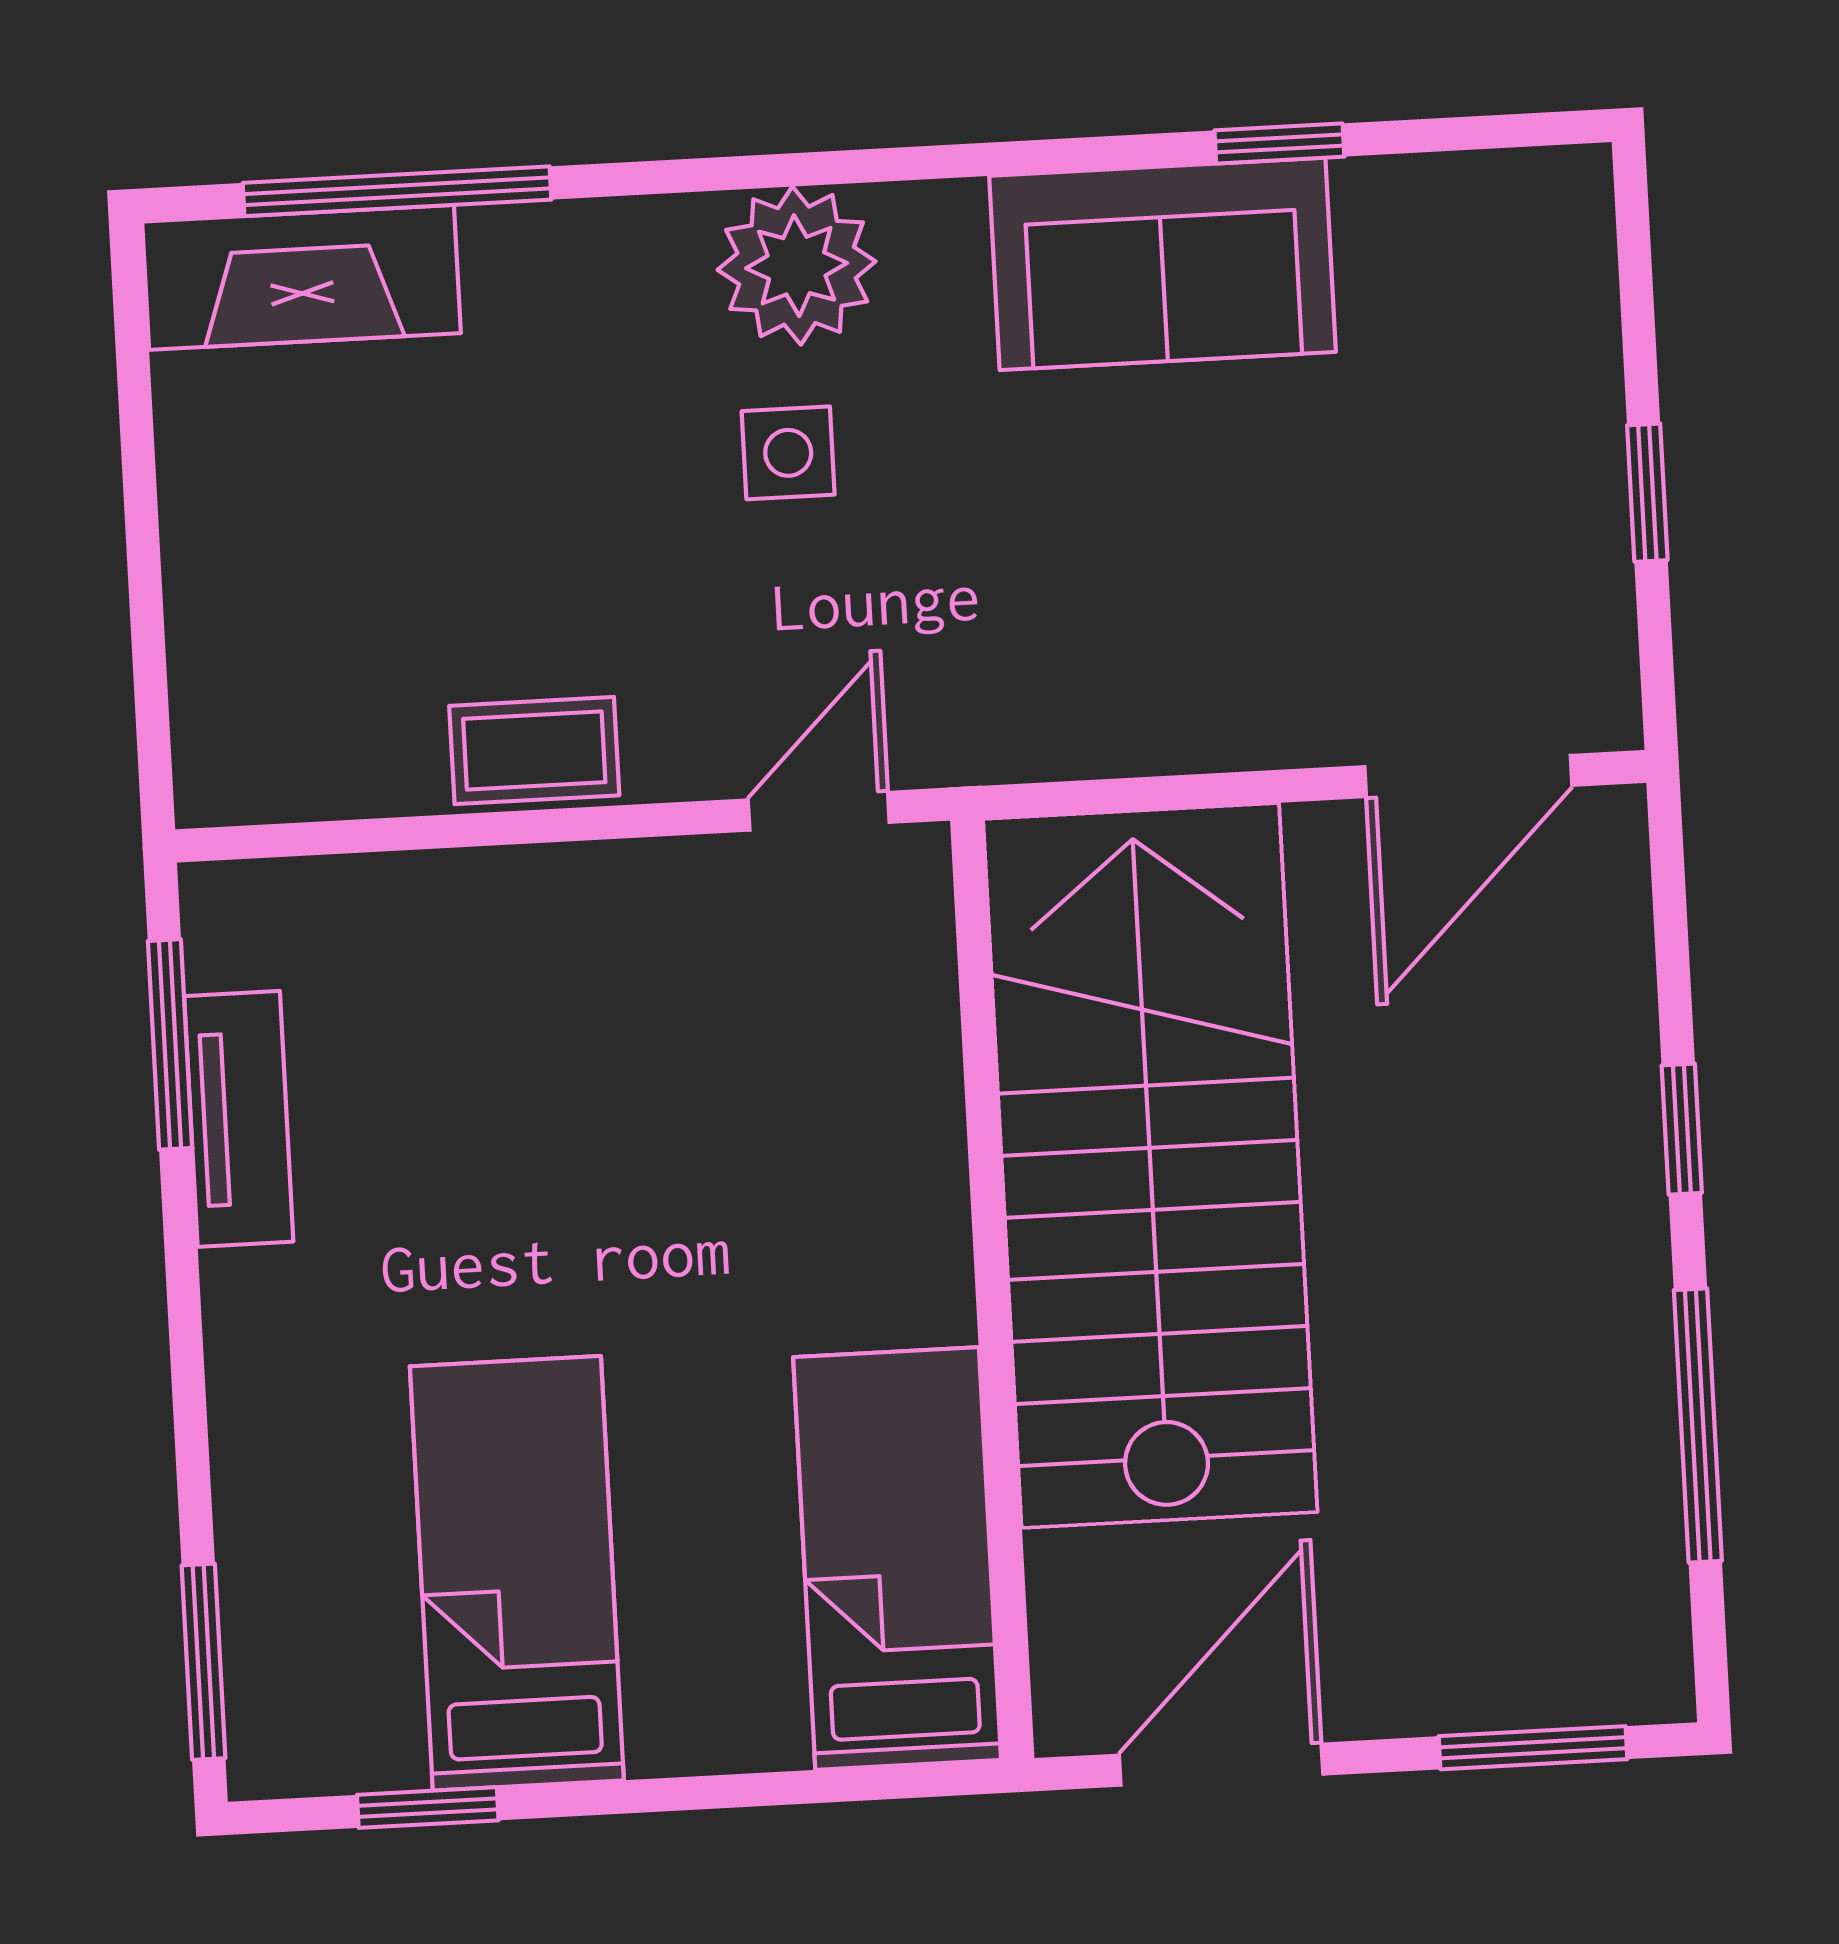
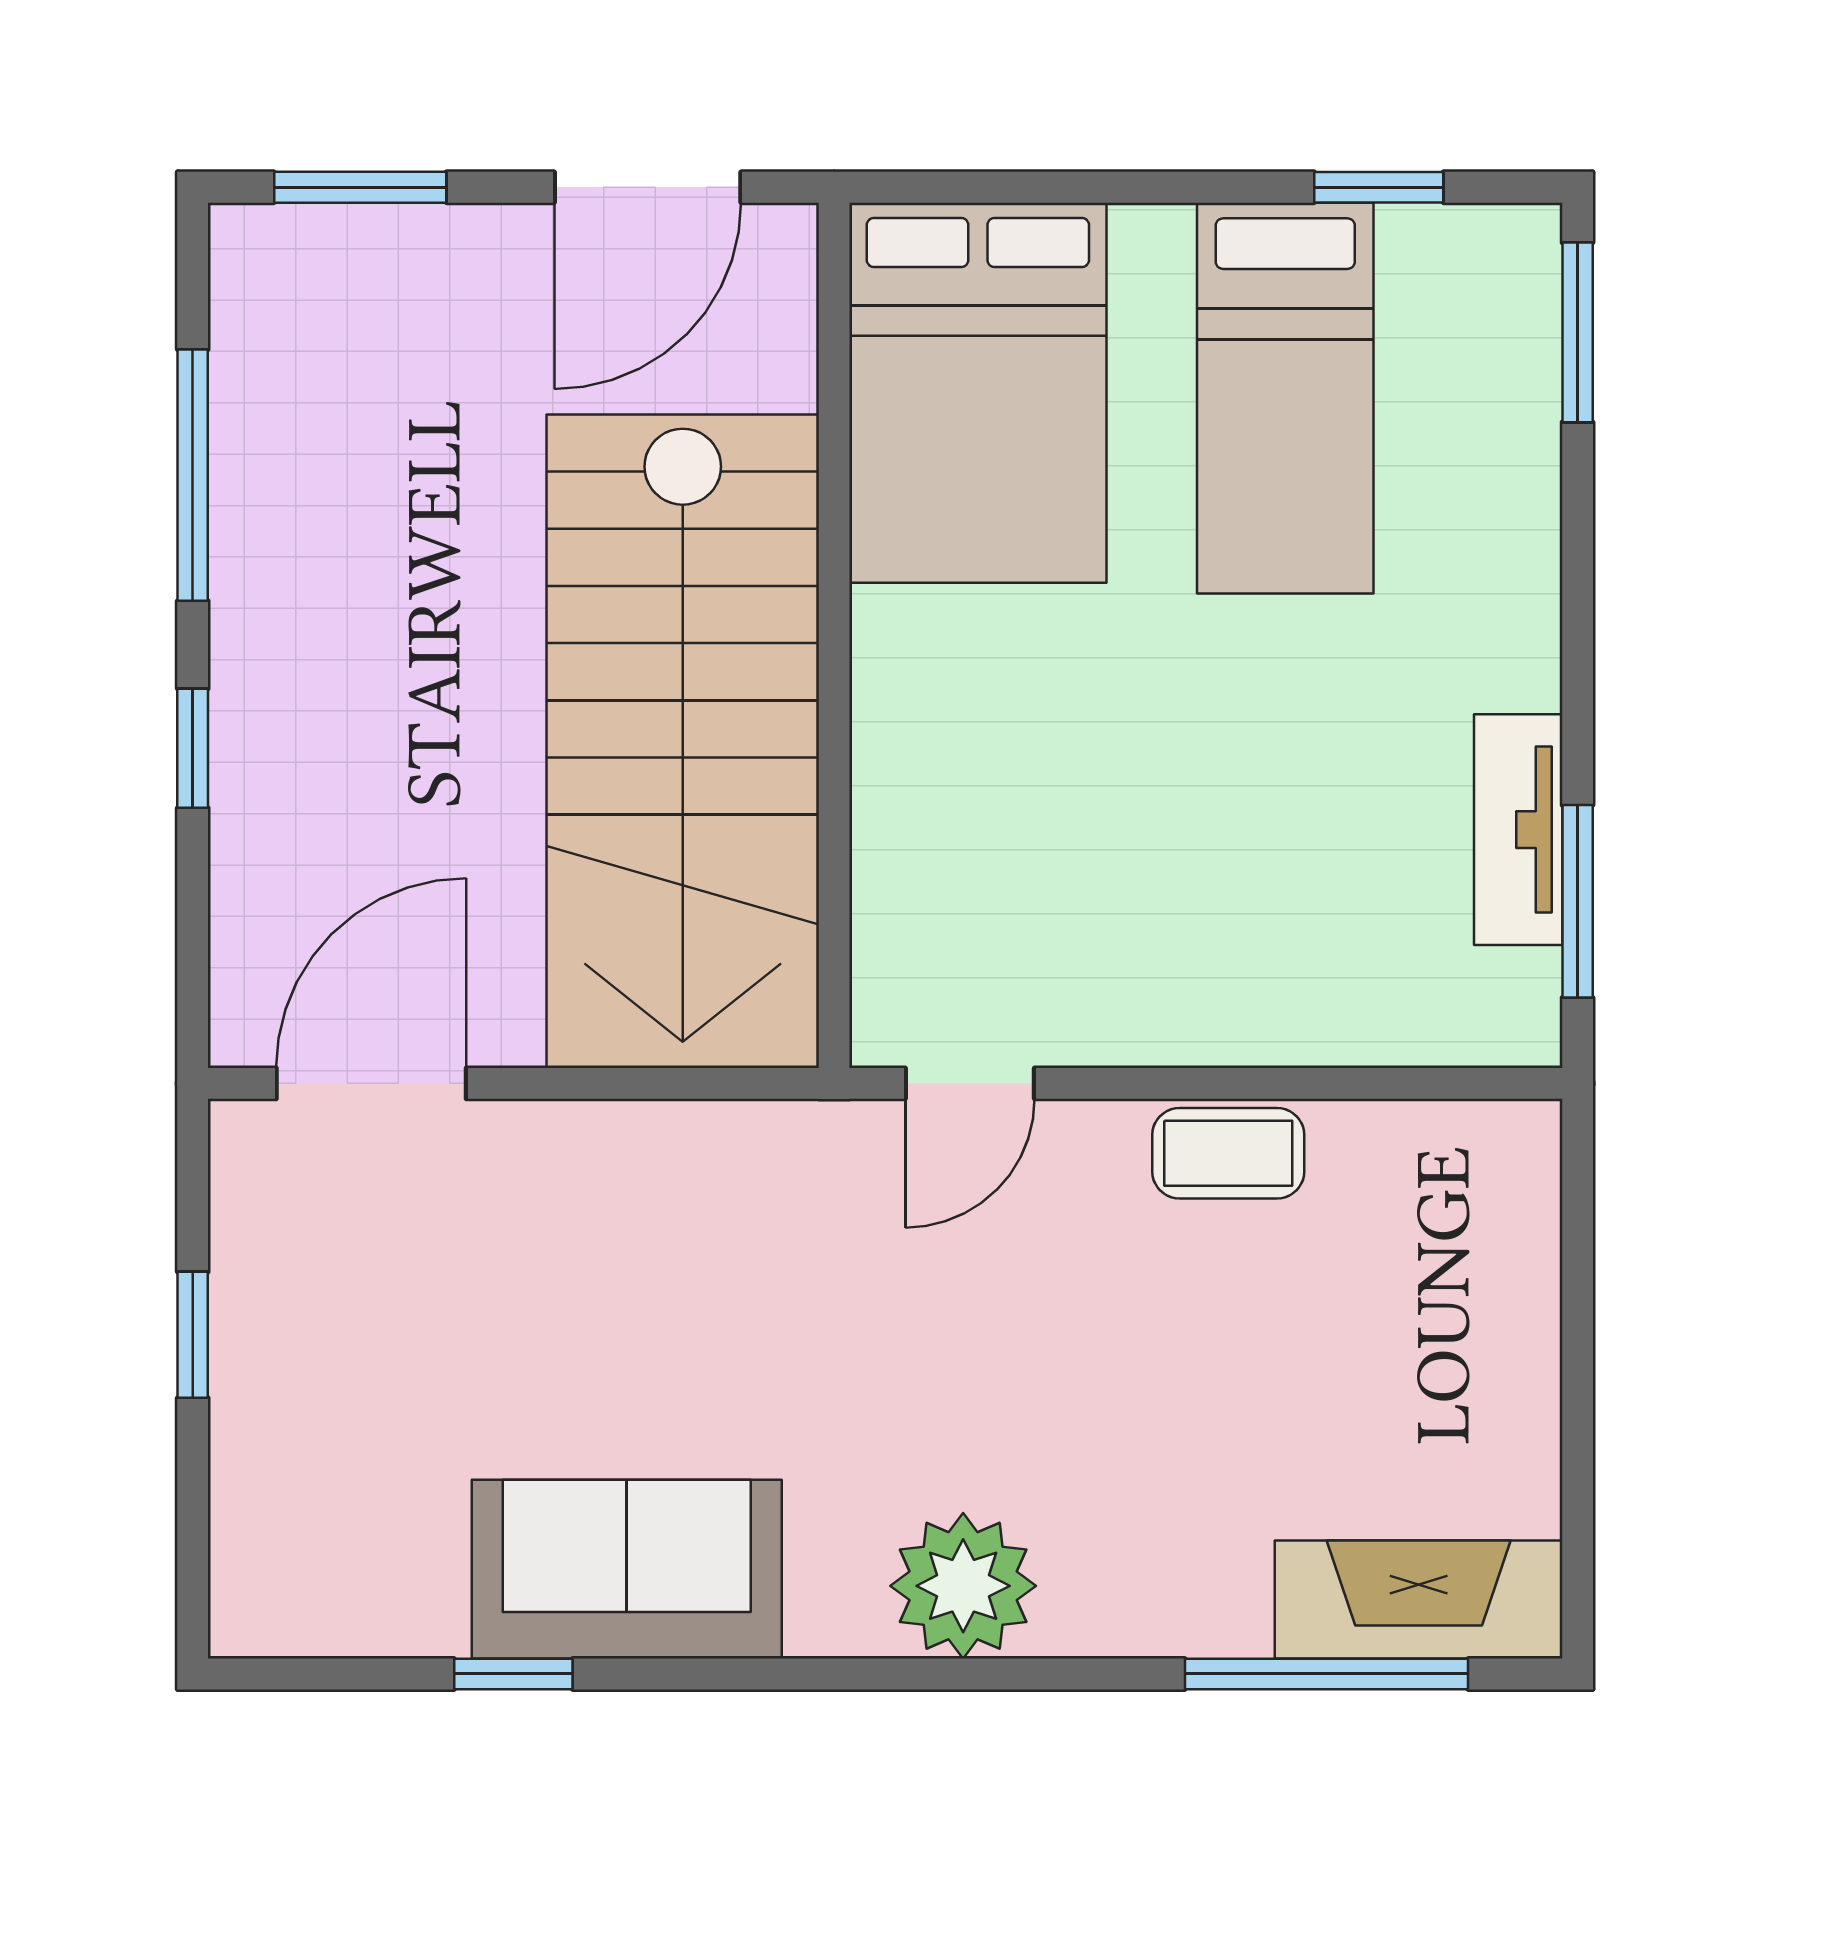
side table: (788, 453) -> (980, 1414), removed
bed: (897, 1559) -> (978, 393), width x1.50

